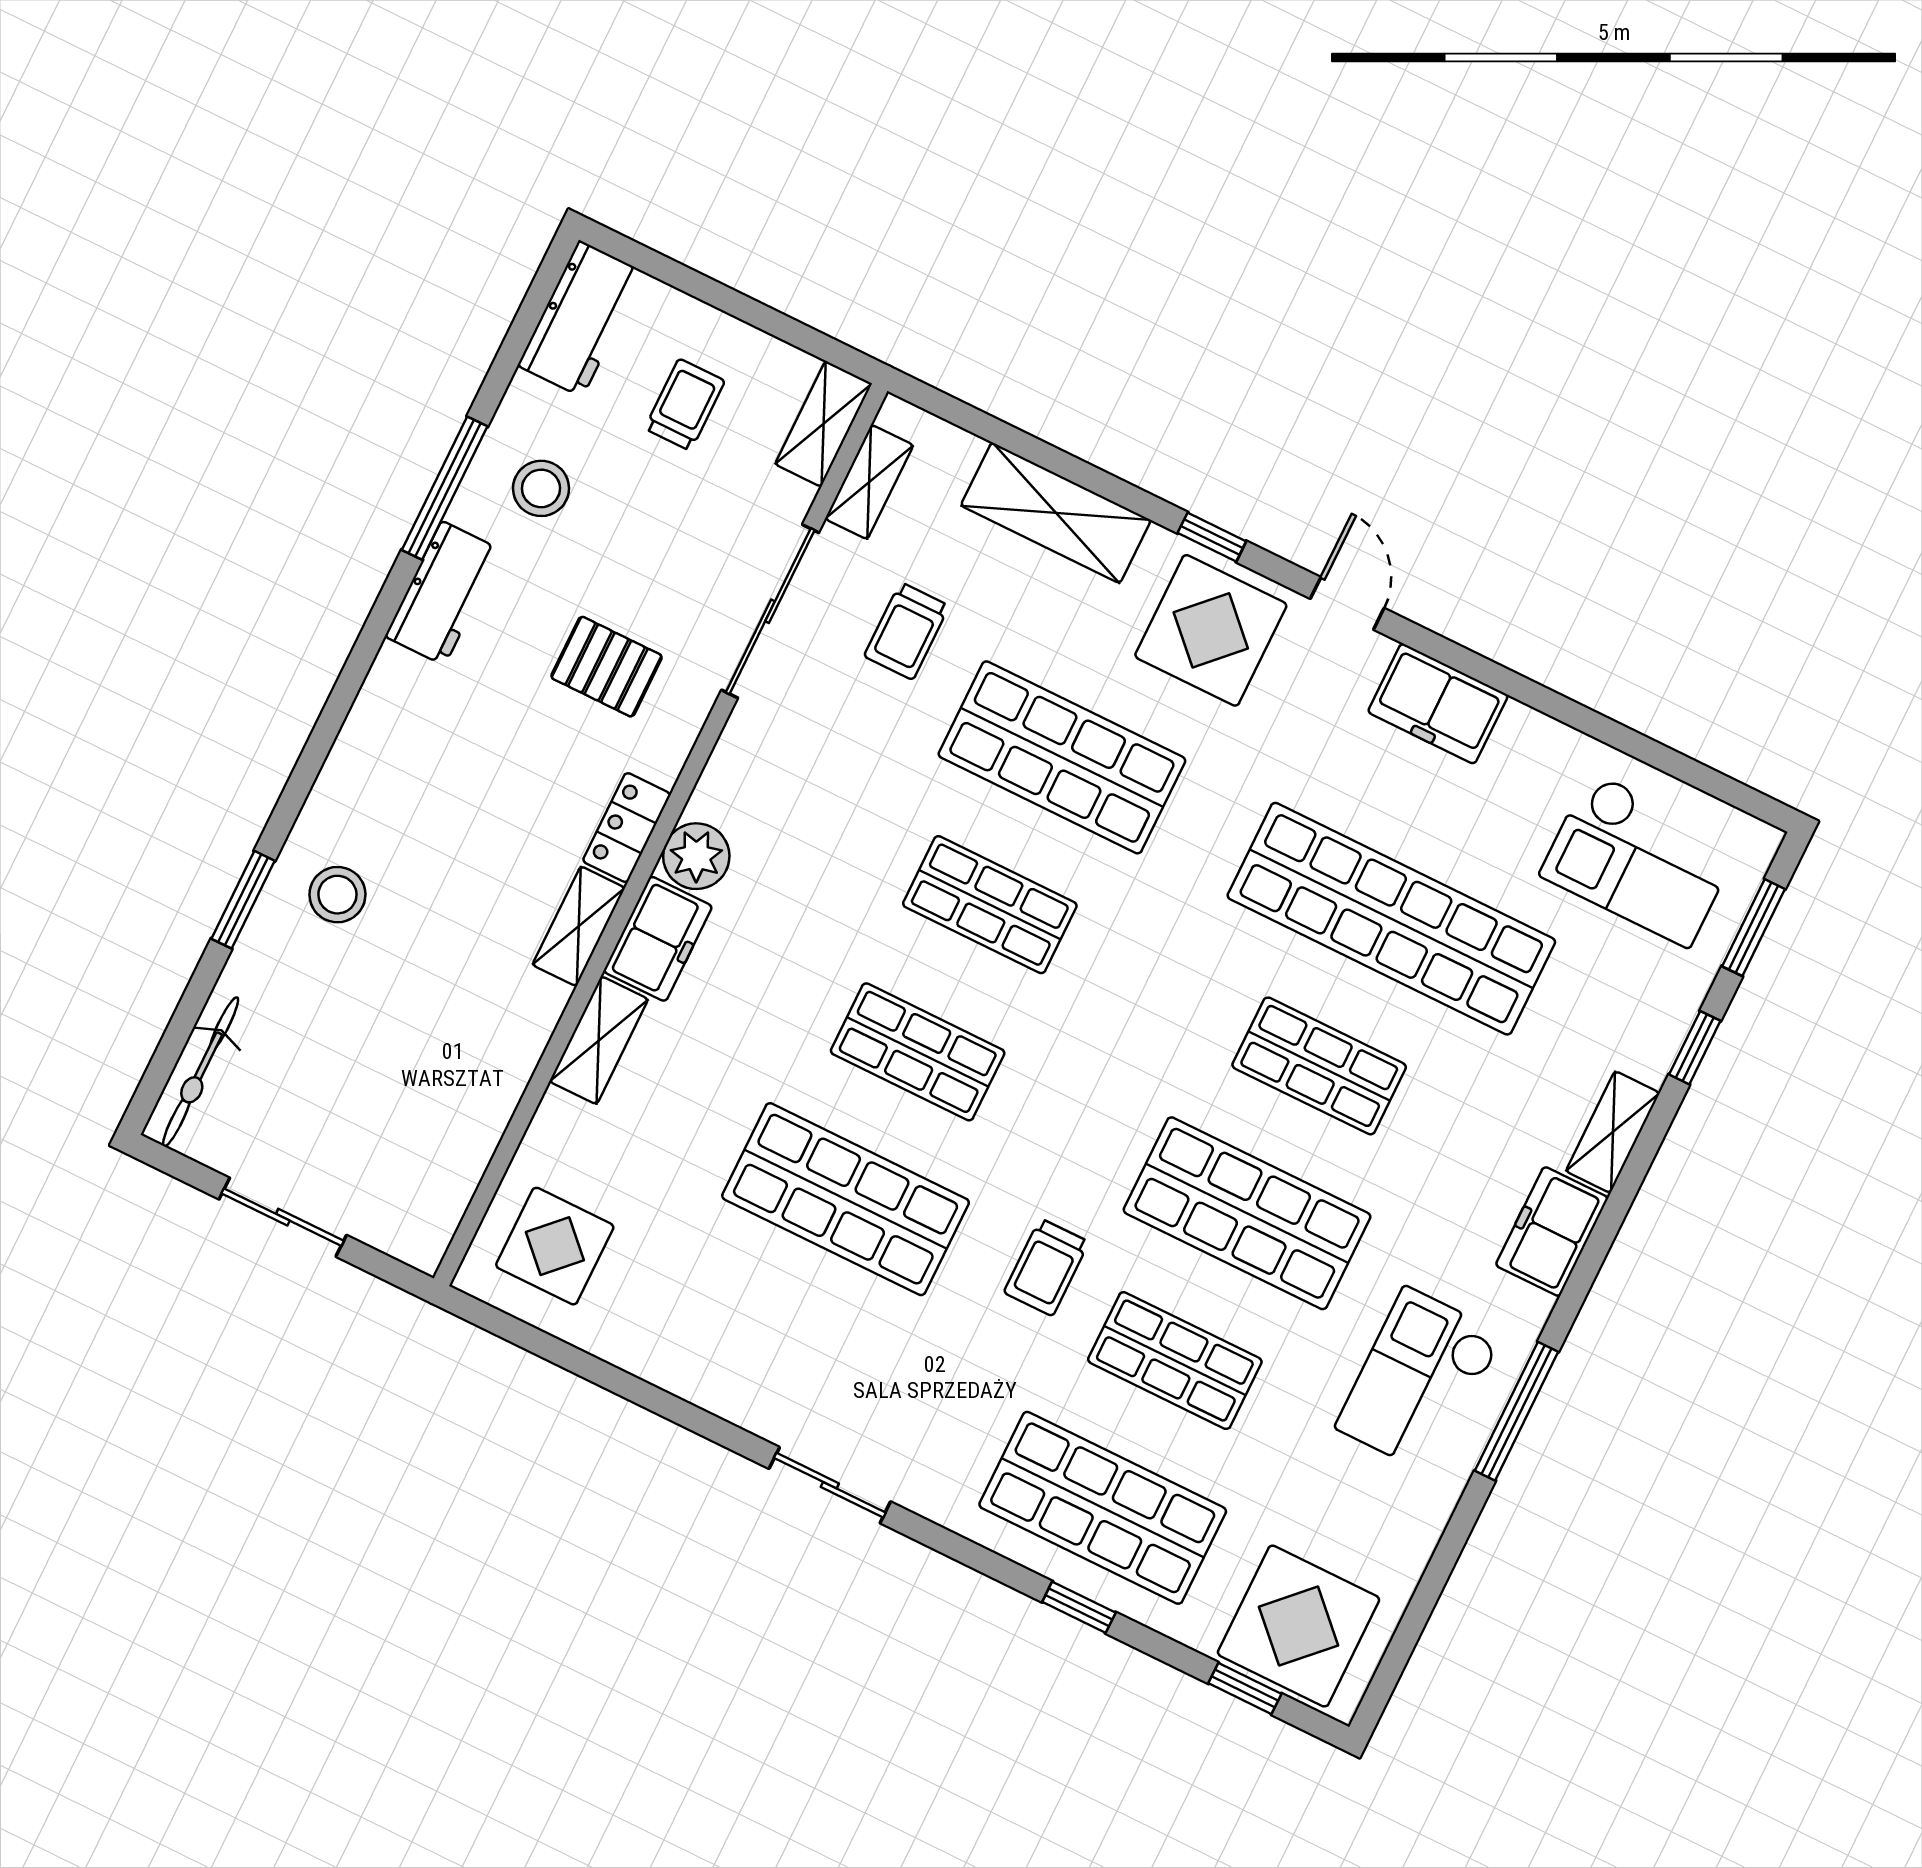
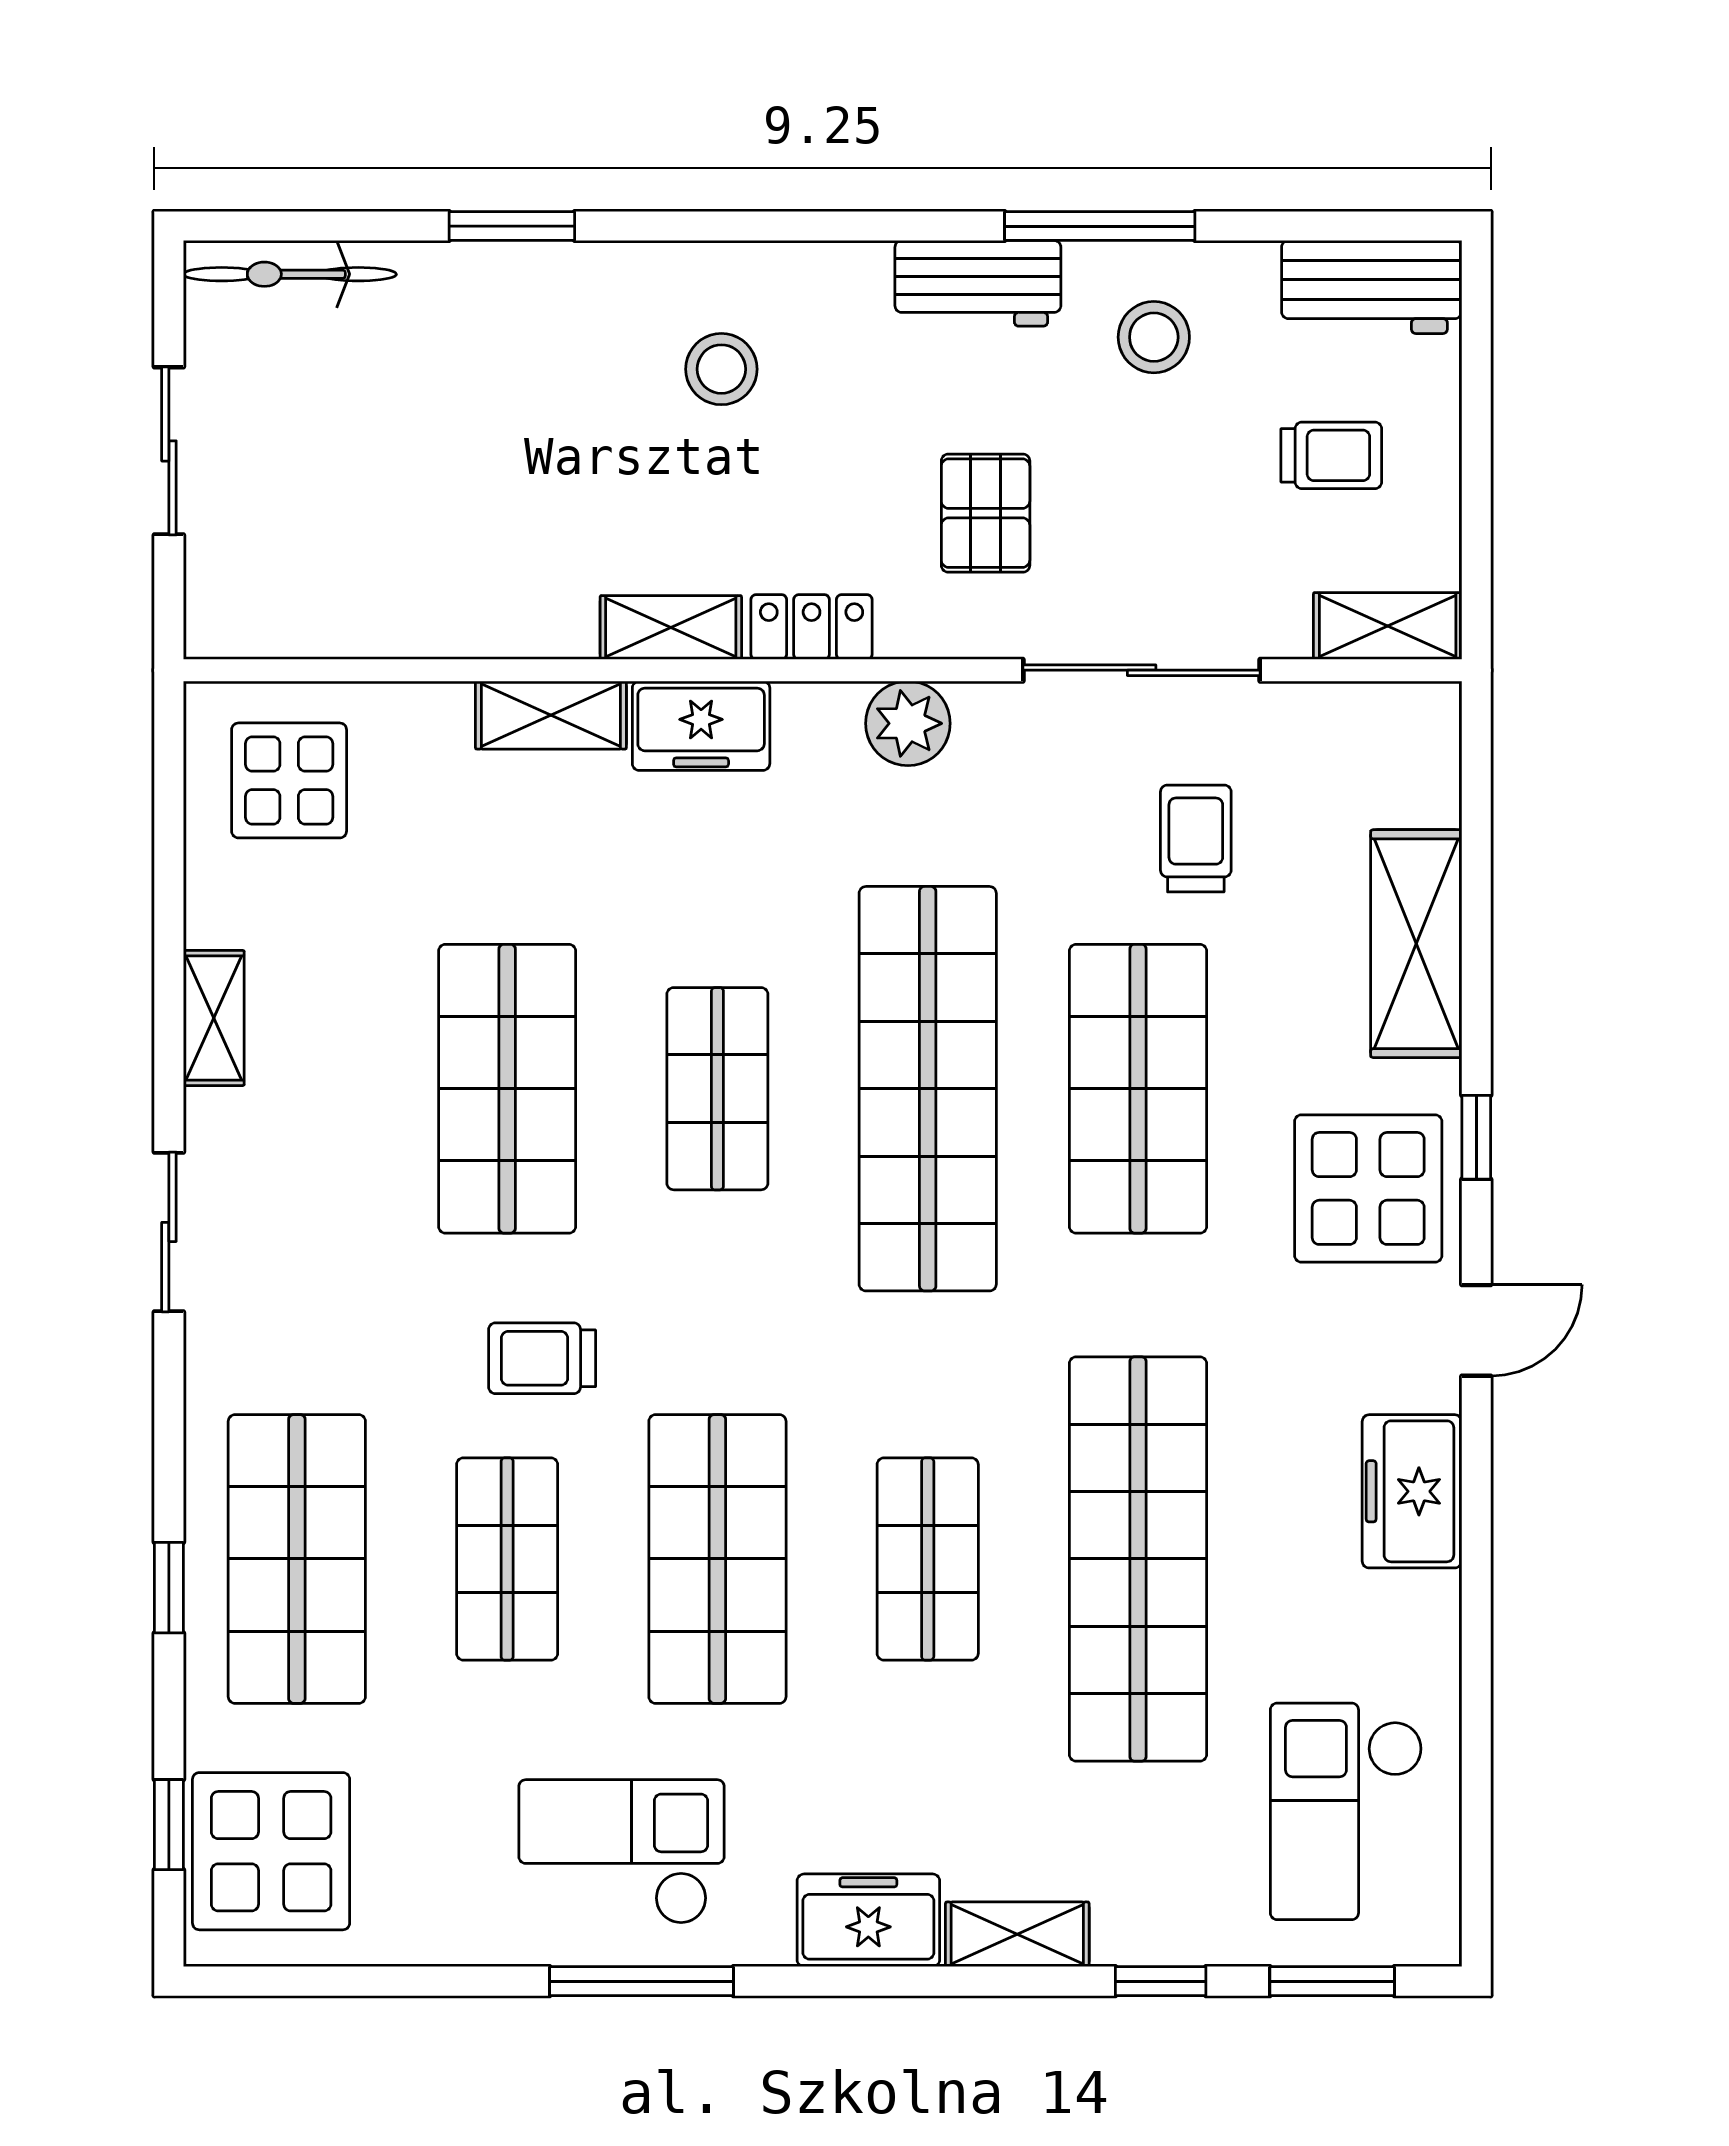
shelving: (869, 482) -> (214, 1018), moved, turned 90
trolley: (907, 631) -> (1196, 839), turned 90
plant: (696, 856) -> (908, 723), moved
stool: (337, 895) -> (721, 369), moved
shop shelf: (990, 905) -> (928, 1089), width x2.00, depth x1.36

